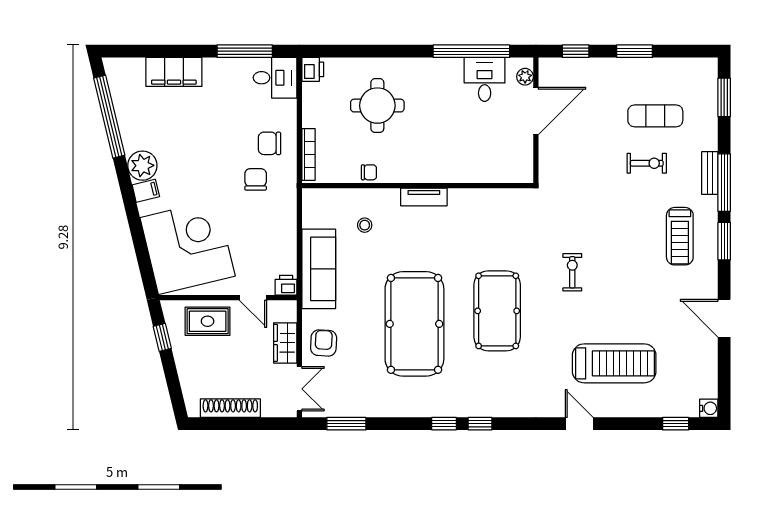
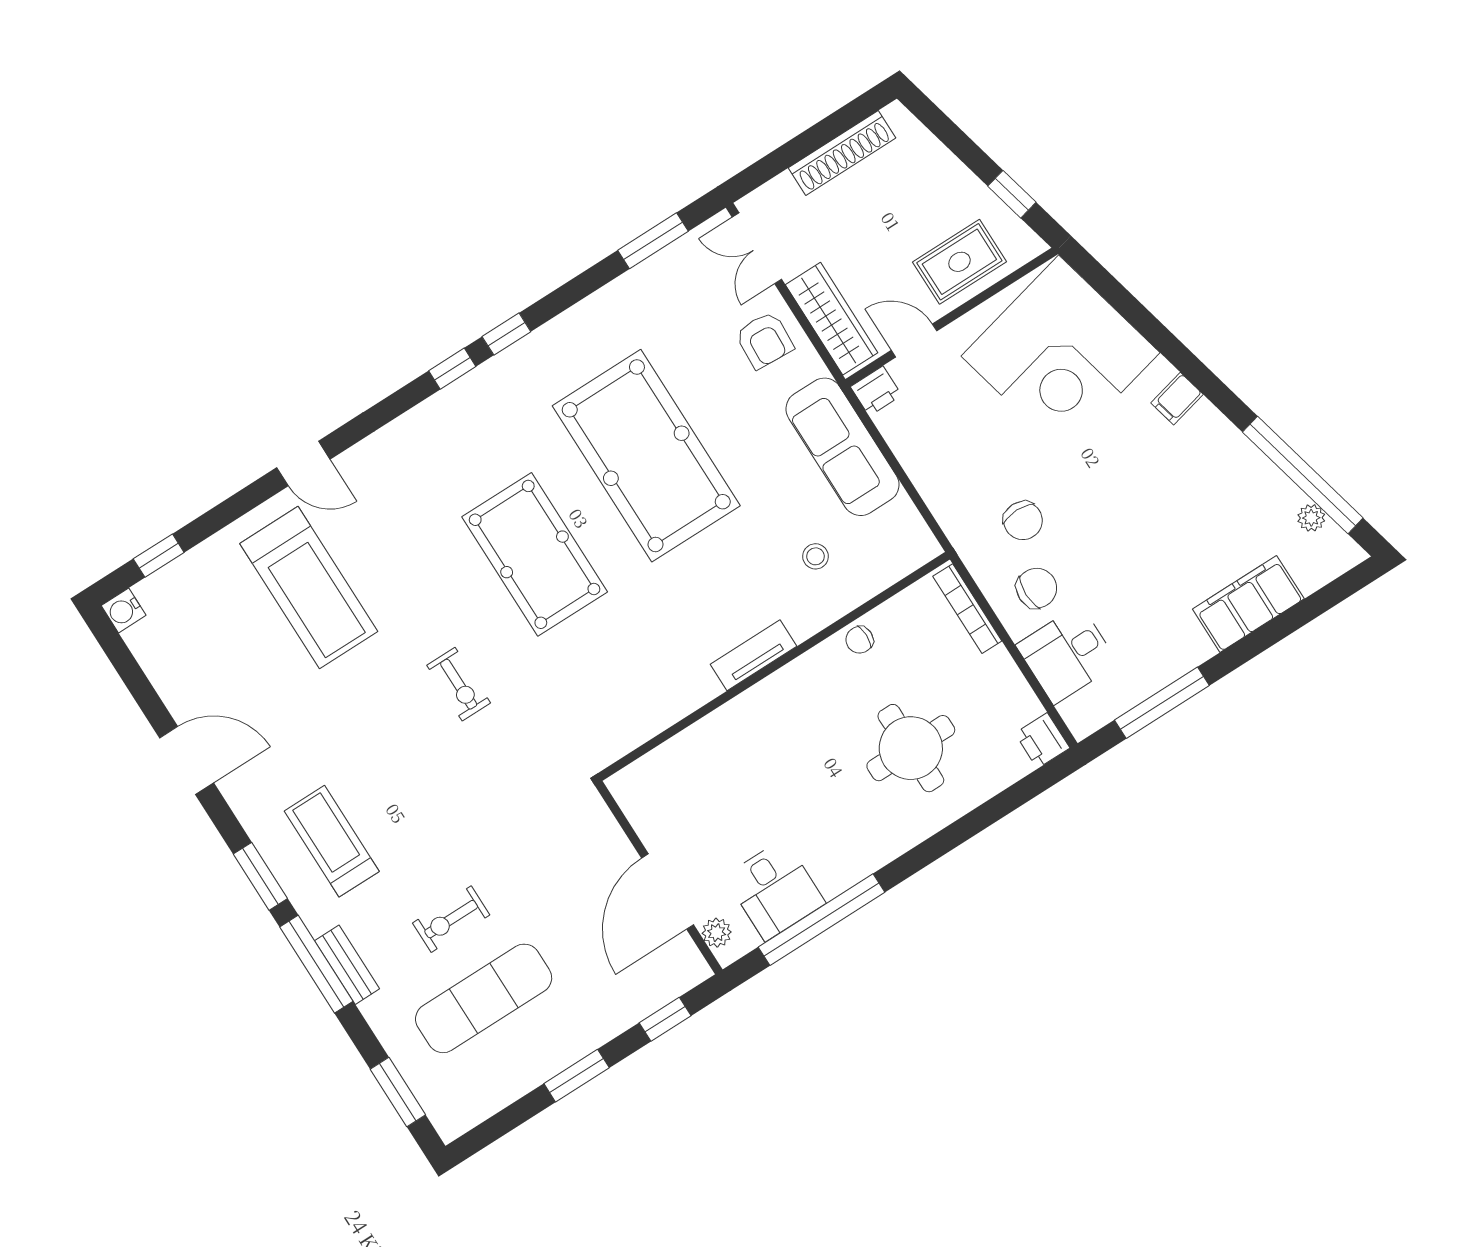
desk: (275, 78) -> (1067, 654), moved
exercise mat: (655, 116) -> (484, 998), width x1.36, depth x1.45
plant: (142, 166) -> (1311, 518), moved, width x0.53, depth x0.53
wardrobe: (285, 343) -> (832, 319), width x1.50
treadmill: (614, 363) -> (309, 587), turned -90

